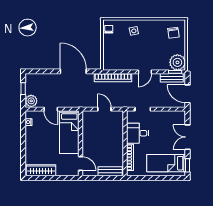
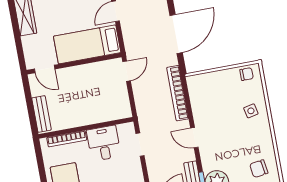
door: (104, 109) -> (127, 71), moved
door: (81, 164) -> (45, 69), hinge flipped

